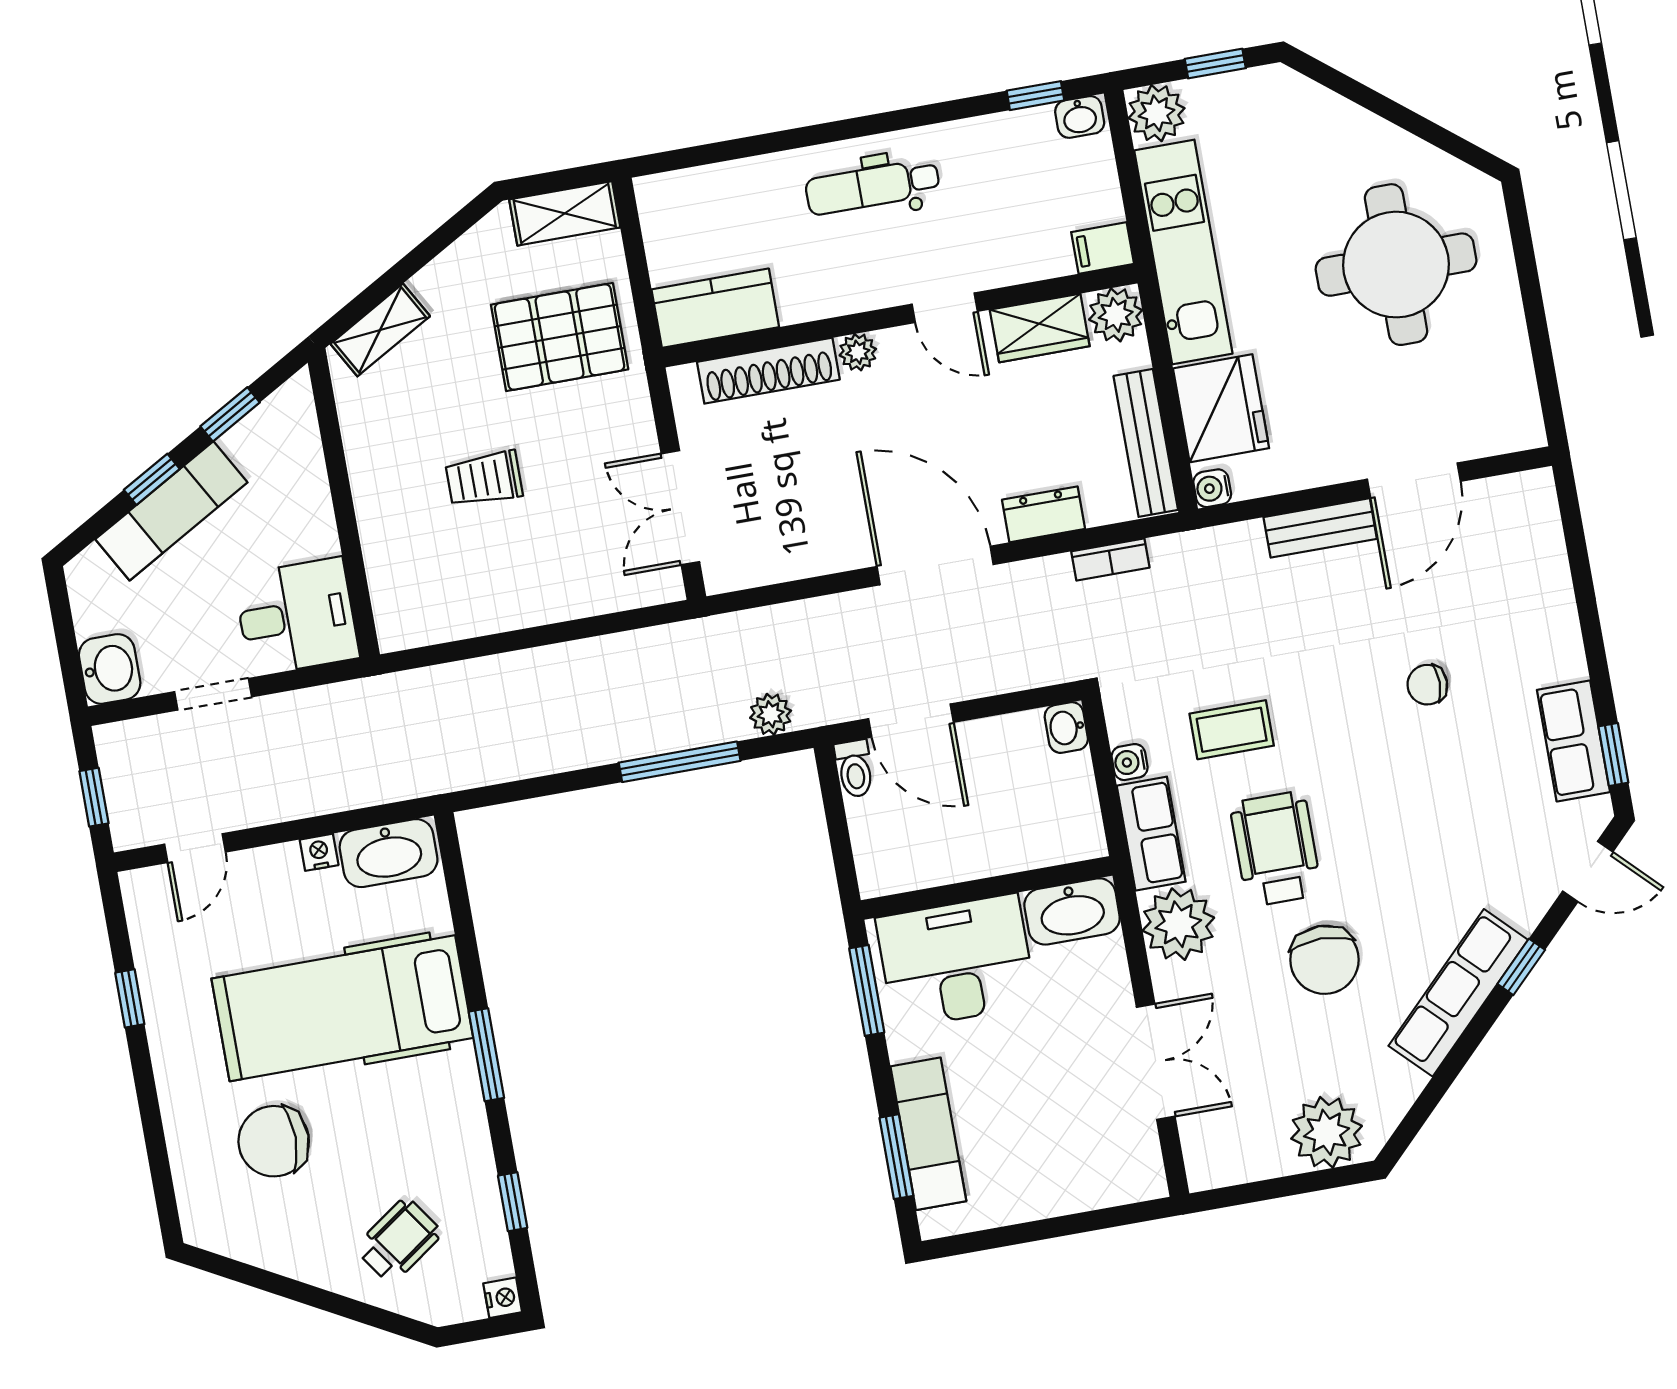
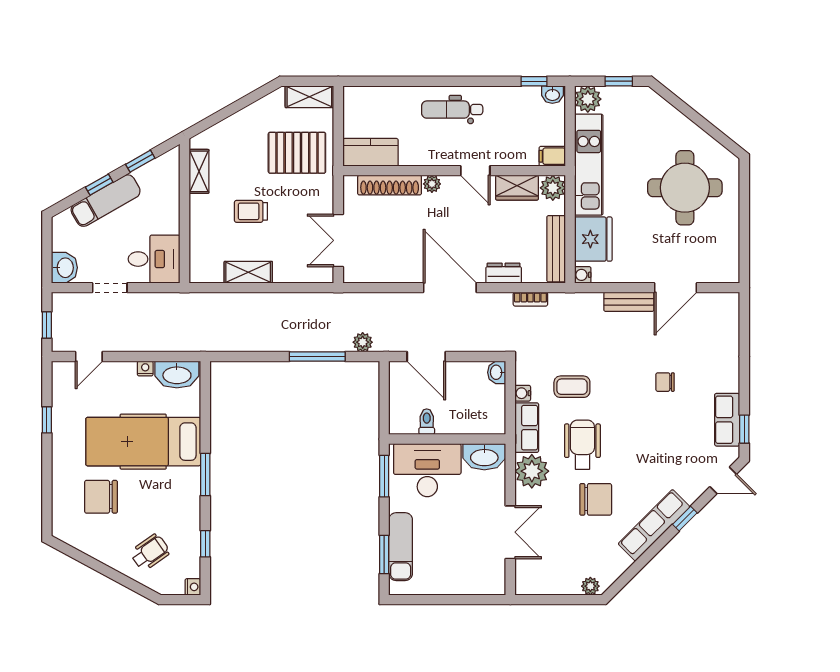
shelving: (380, 330) -> (199, 171), moved, turned -60
shelving: (501, 609) -> (248, 272), added
toilet: (855, 769) -> (427, 422), moved, turned 180
chair: (1324, 960) -> (596, 499), turned -90
plant: (1327, 1132) -> (590, 586), width x0.53, depth x0.53

